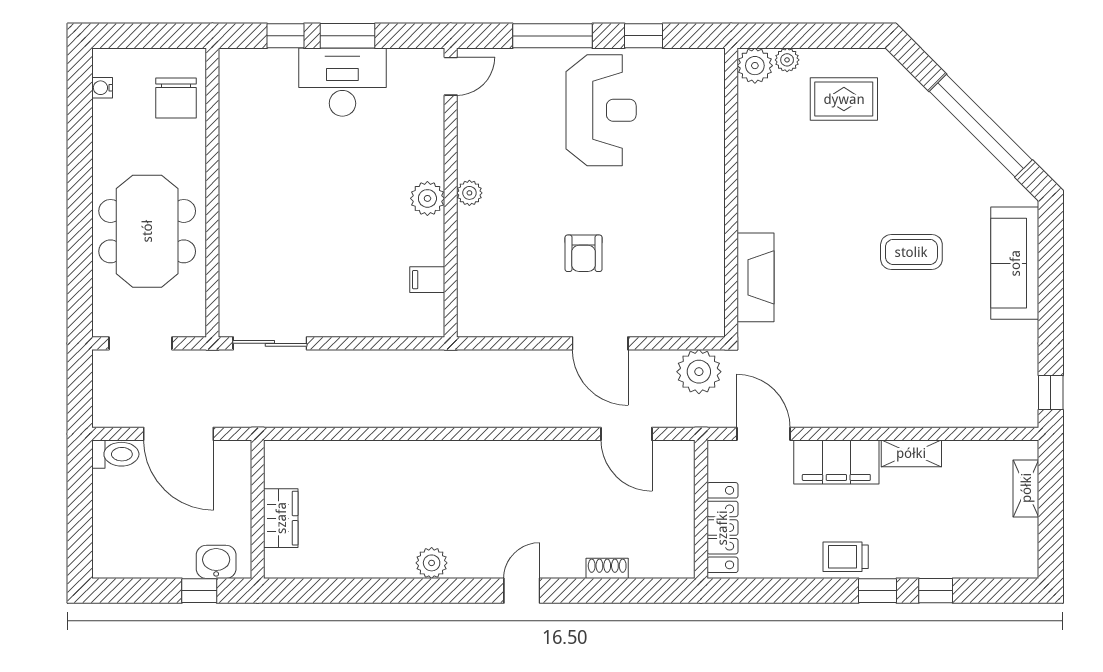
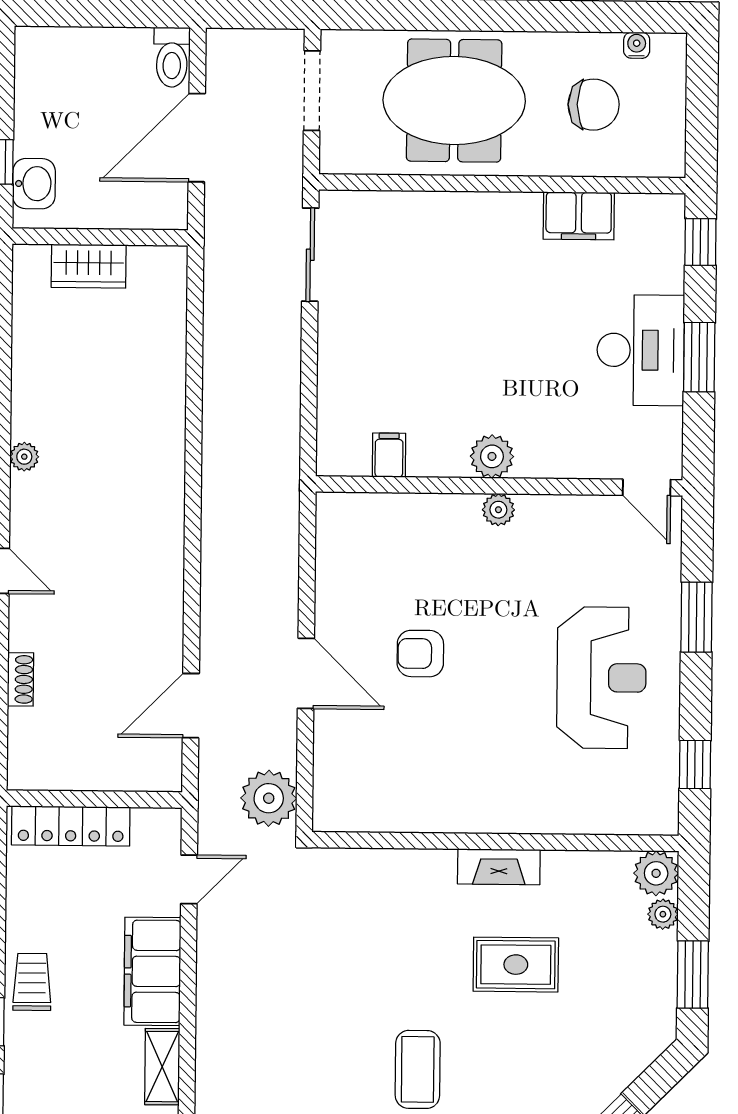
window: (285, 36) -> (700, 242), moved
window: (552, 36) -> (697, 617), width x0.69
window: (644, 36) -> (695, 765), moved
window: (834, 36) -> (693, 975), added
chair: (176, 98) -> (594, 105), moved, turned 180
rug: (844, 99) -> (516, 965), moved, turned 90
reception desk: (601, 110) -> (601, 678), turned -90
filing cabinet: (237, 132) -> (579, 216), added
fireplace: (755, 277) -> (499, 867), moved, width x0.73, depth x0.76
door: (600, 343) -> (306, 673), swing flipped
door: (764, 434) -> (189, 879), width x0.73
plant: (432, 563) -> (24, 457), width x0.73, depth x0.73

